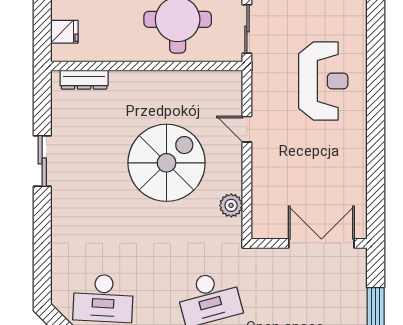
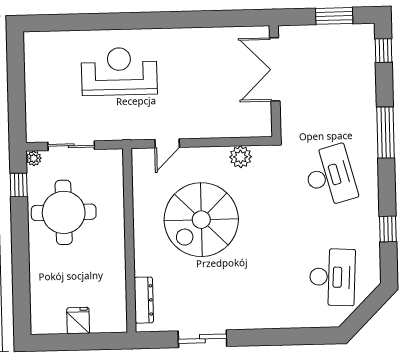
wall: (147, 66) -> (129, 240), moved
dresser: (84, 80) -> (144, 300), moved
spiral stairs: (167, 163) -> (201, 220), turned -90

